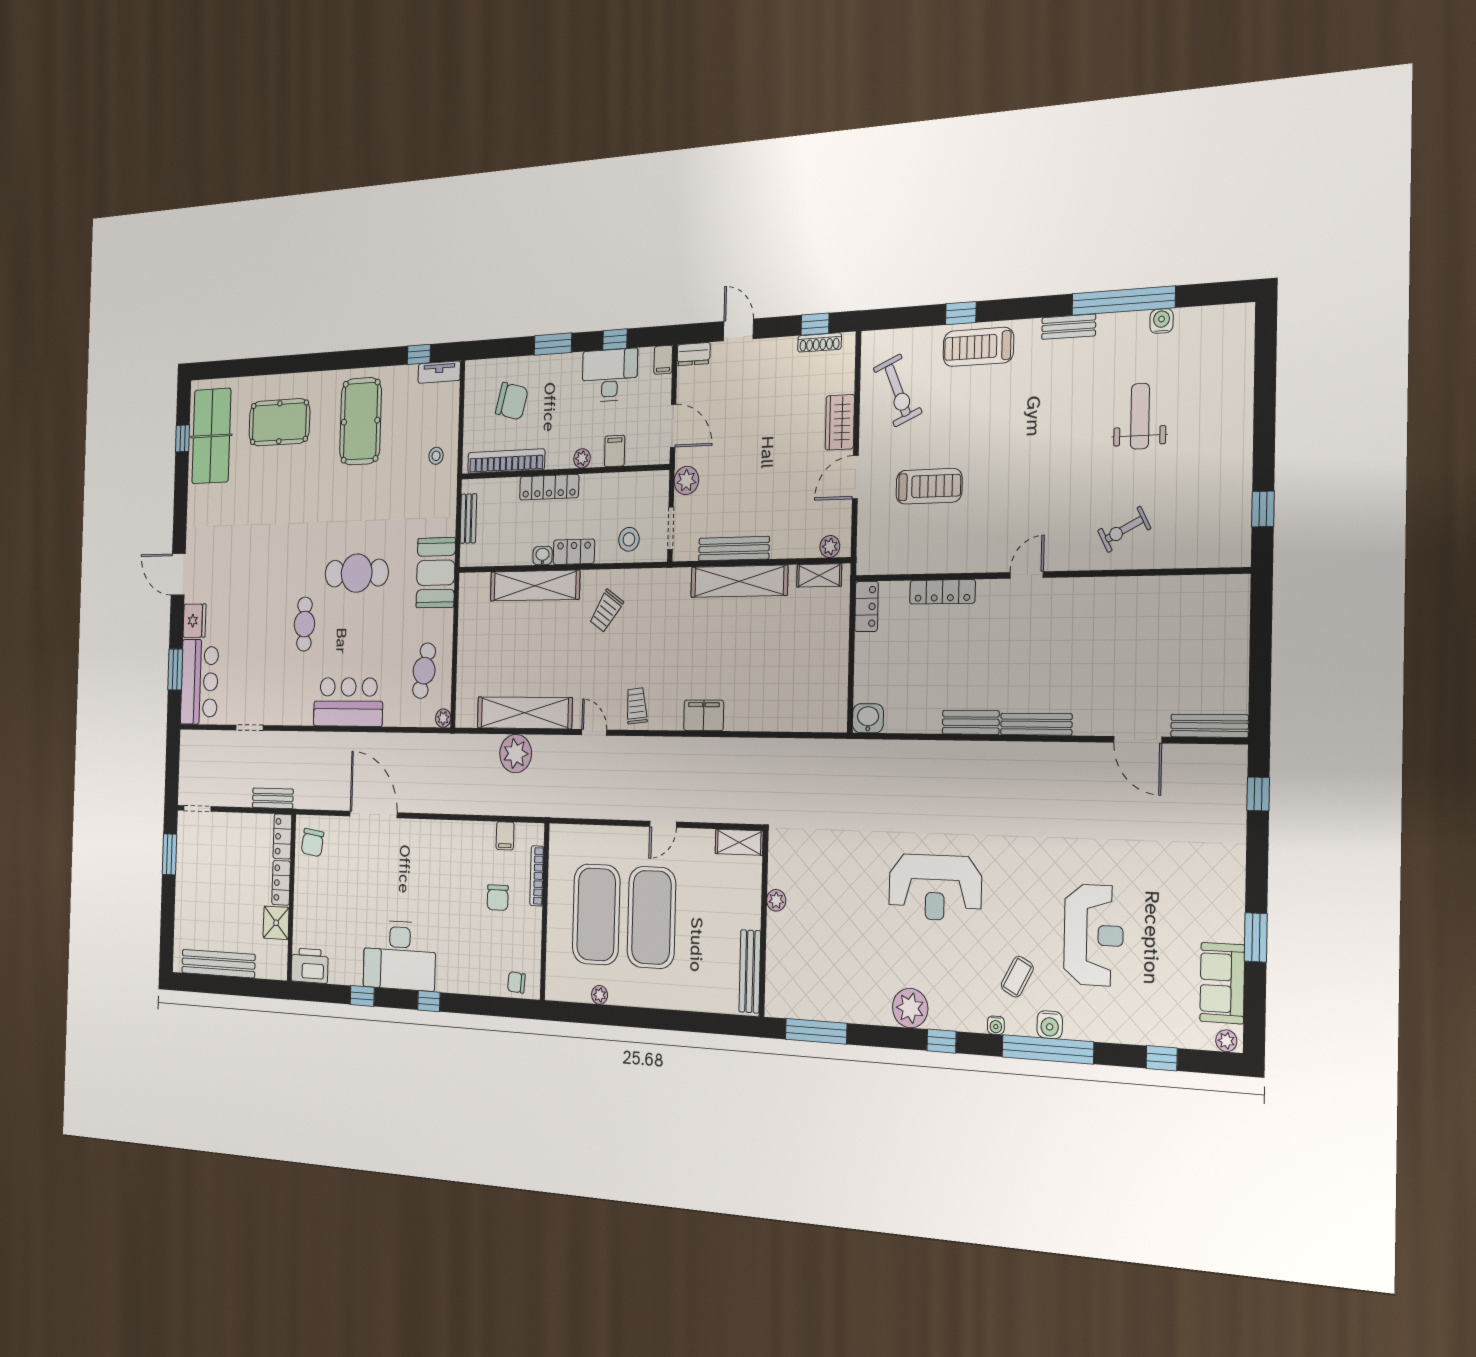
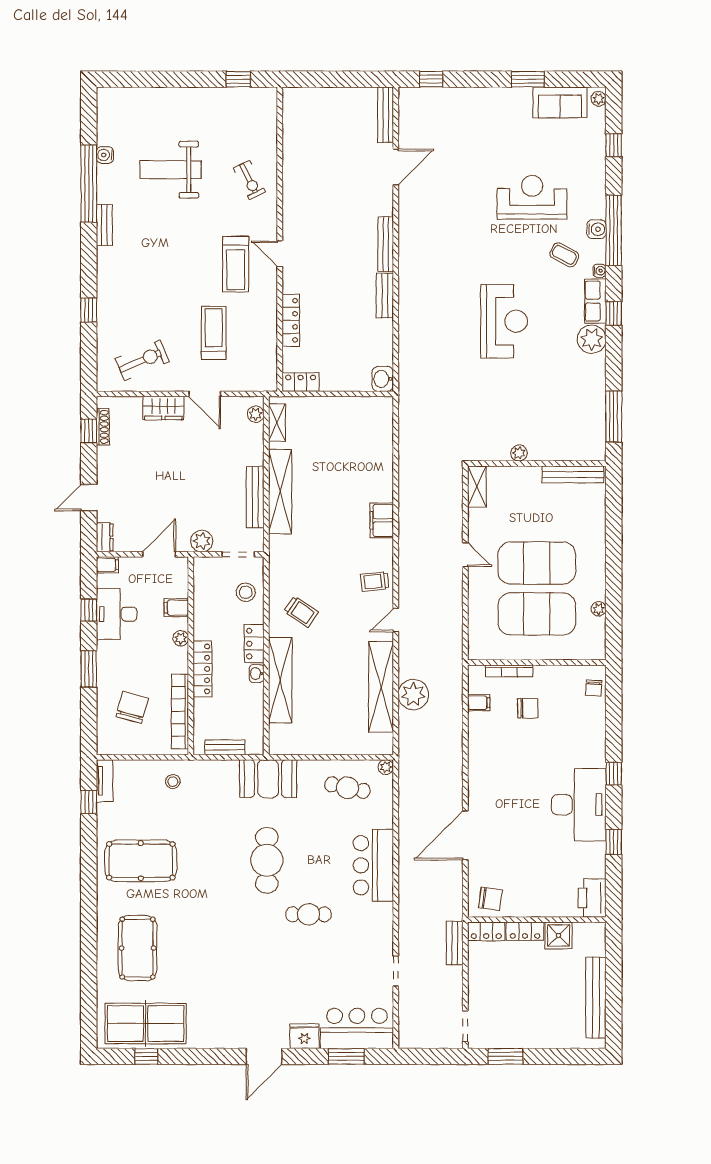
treadmill: (978, 347) -> (236, 264), moved
weight bench: (1140, 416) -> (171, 170), width x1.36, depth x1.33
row of seats: (958, 1016) -> (595, 301), added

